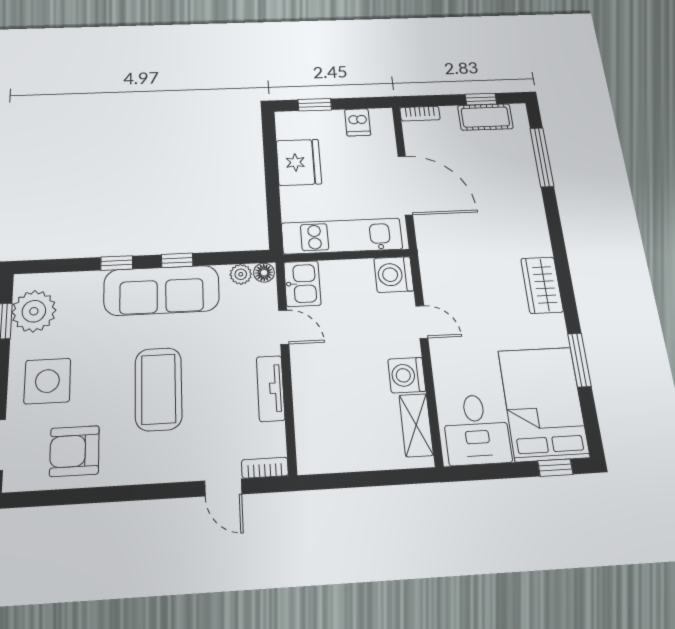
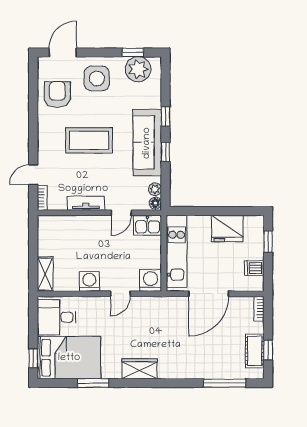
shelving: (416, 425) -> (45, 274), moved, turned 90

